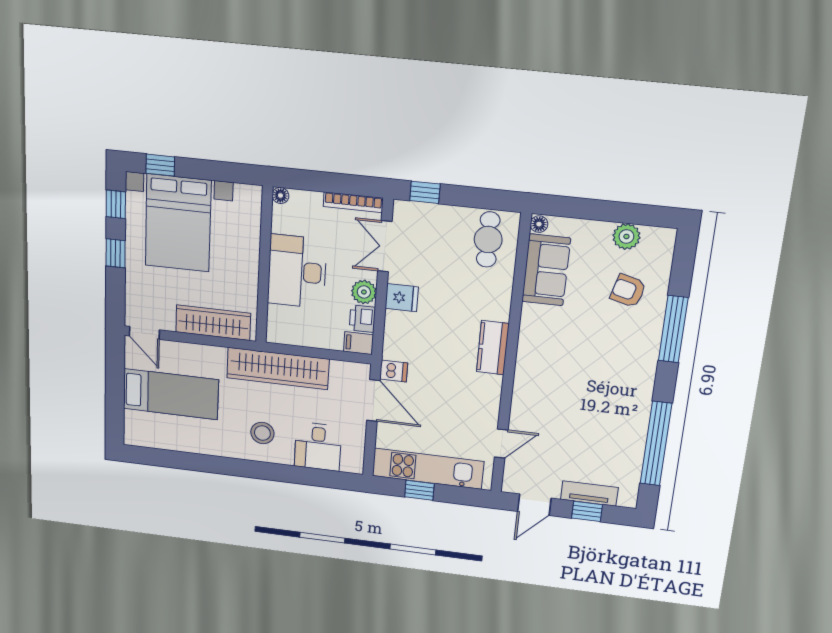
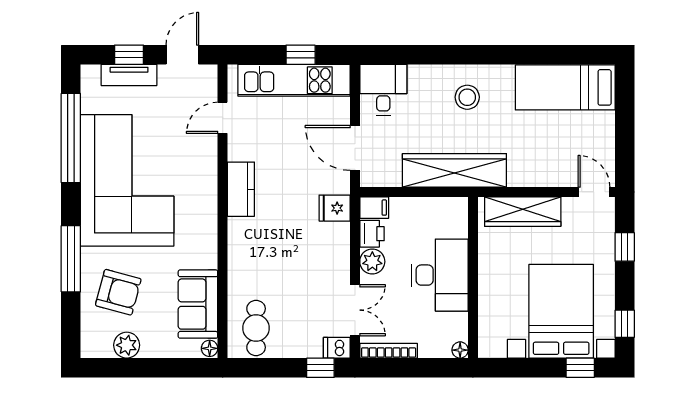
window: (116, 253) -> (625, 247), moved
armchair: (628, 291) -> (118, 292), width x1.38, depth x1.38
fridge: (402, 298) -> (335, 208), moved
kitchen counter: (493, 348) -> (241, 189), moved
dishwasher: (394, 371) -> (337, 348), moved
bed: (171, 394) -> (565, 87), moved
corner sofa: (604, 397) -> (127, 180), added
desk: (318, 447) -> (383, 90), moved

